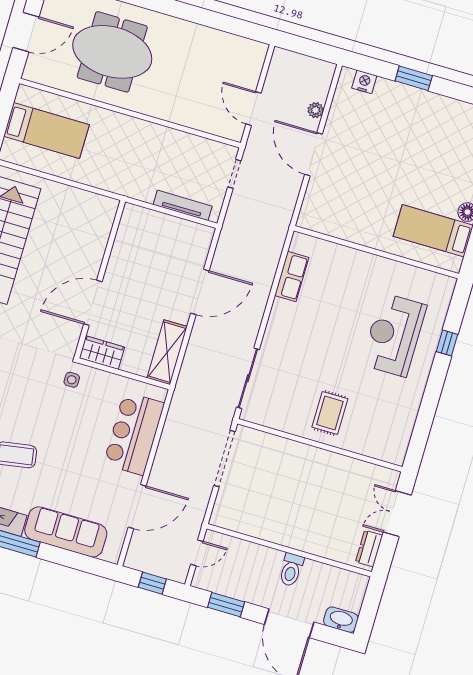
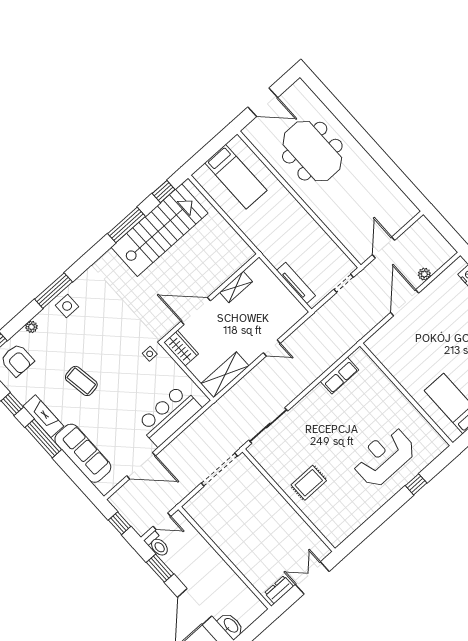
shelving: (120, 250) -> (236, 287), added
door: (200, 292) -> (272, 348), width x0.53
toilet: (291, 570) -> (157, 545), moved, turned -90

